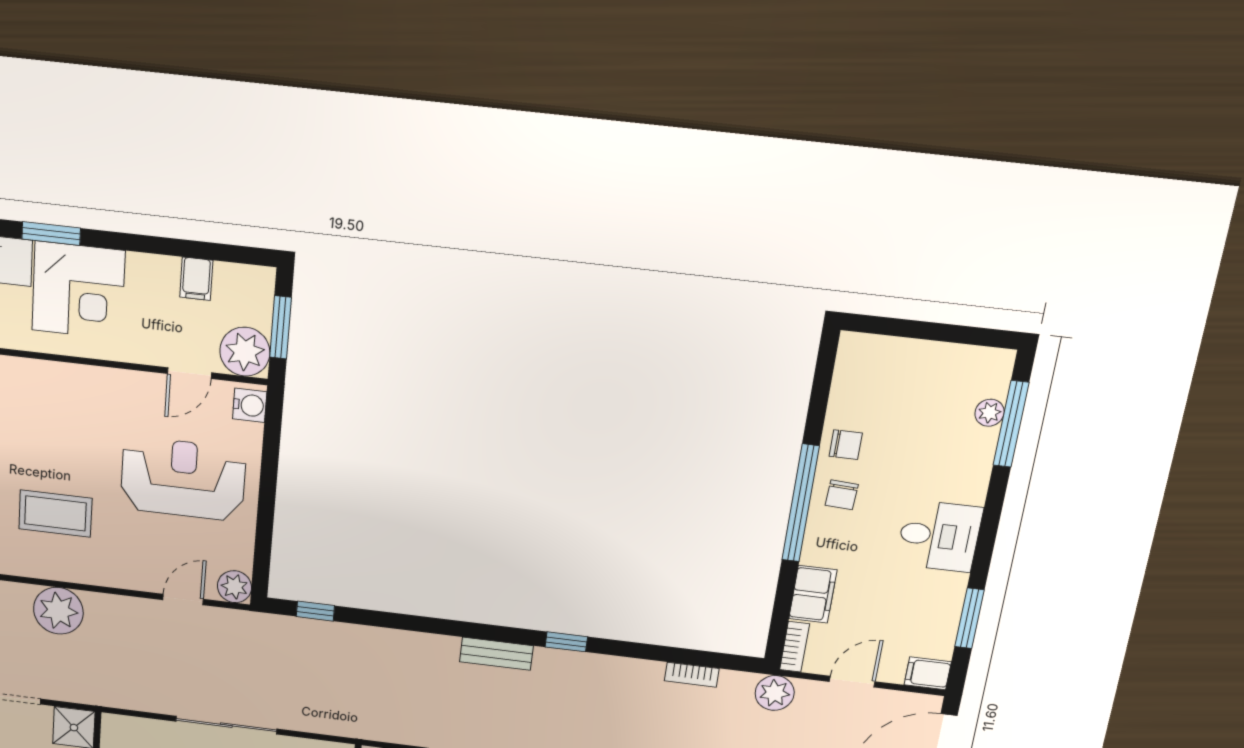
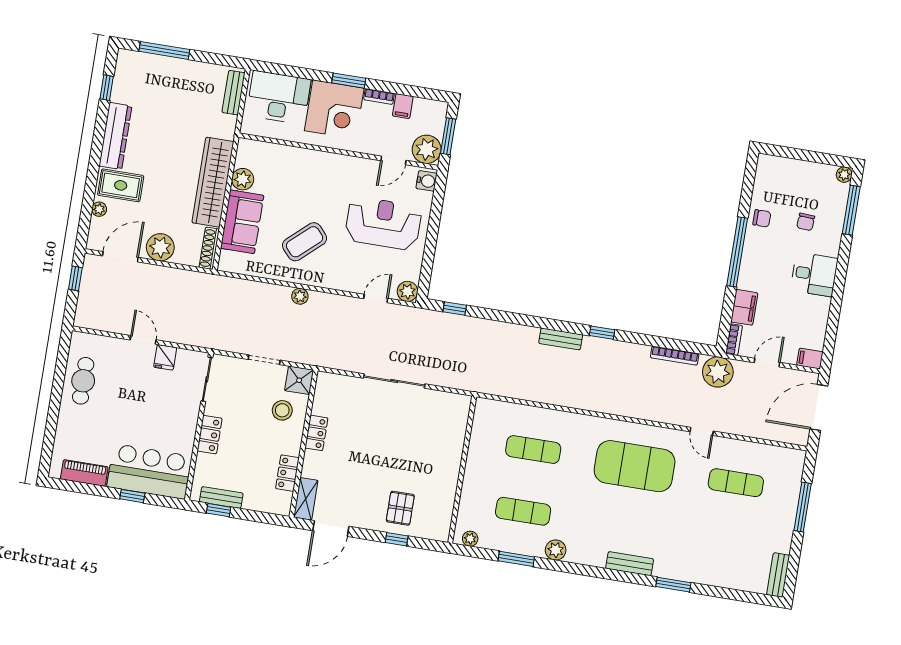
window: (51, 234) -> (349, 81), moved
bookcase: (153, 264) -> (379, 96), added
plant: (990, 413) -> (844, 175), moved
chair: (842, 495) -> (806, 222), moved
coffee table: (55, 514) -> (305, 242), turned -42
plant: (58, 611) -> (300, 296), width x0.53, depth x0.53
window: (970, 618) -> (832, 325), removed
bookcase: (692, 675) -> (675, 356), width x1.56
plant: (775, 693) -> (718, 372), width x1.36, depth x1.36

